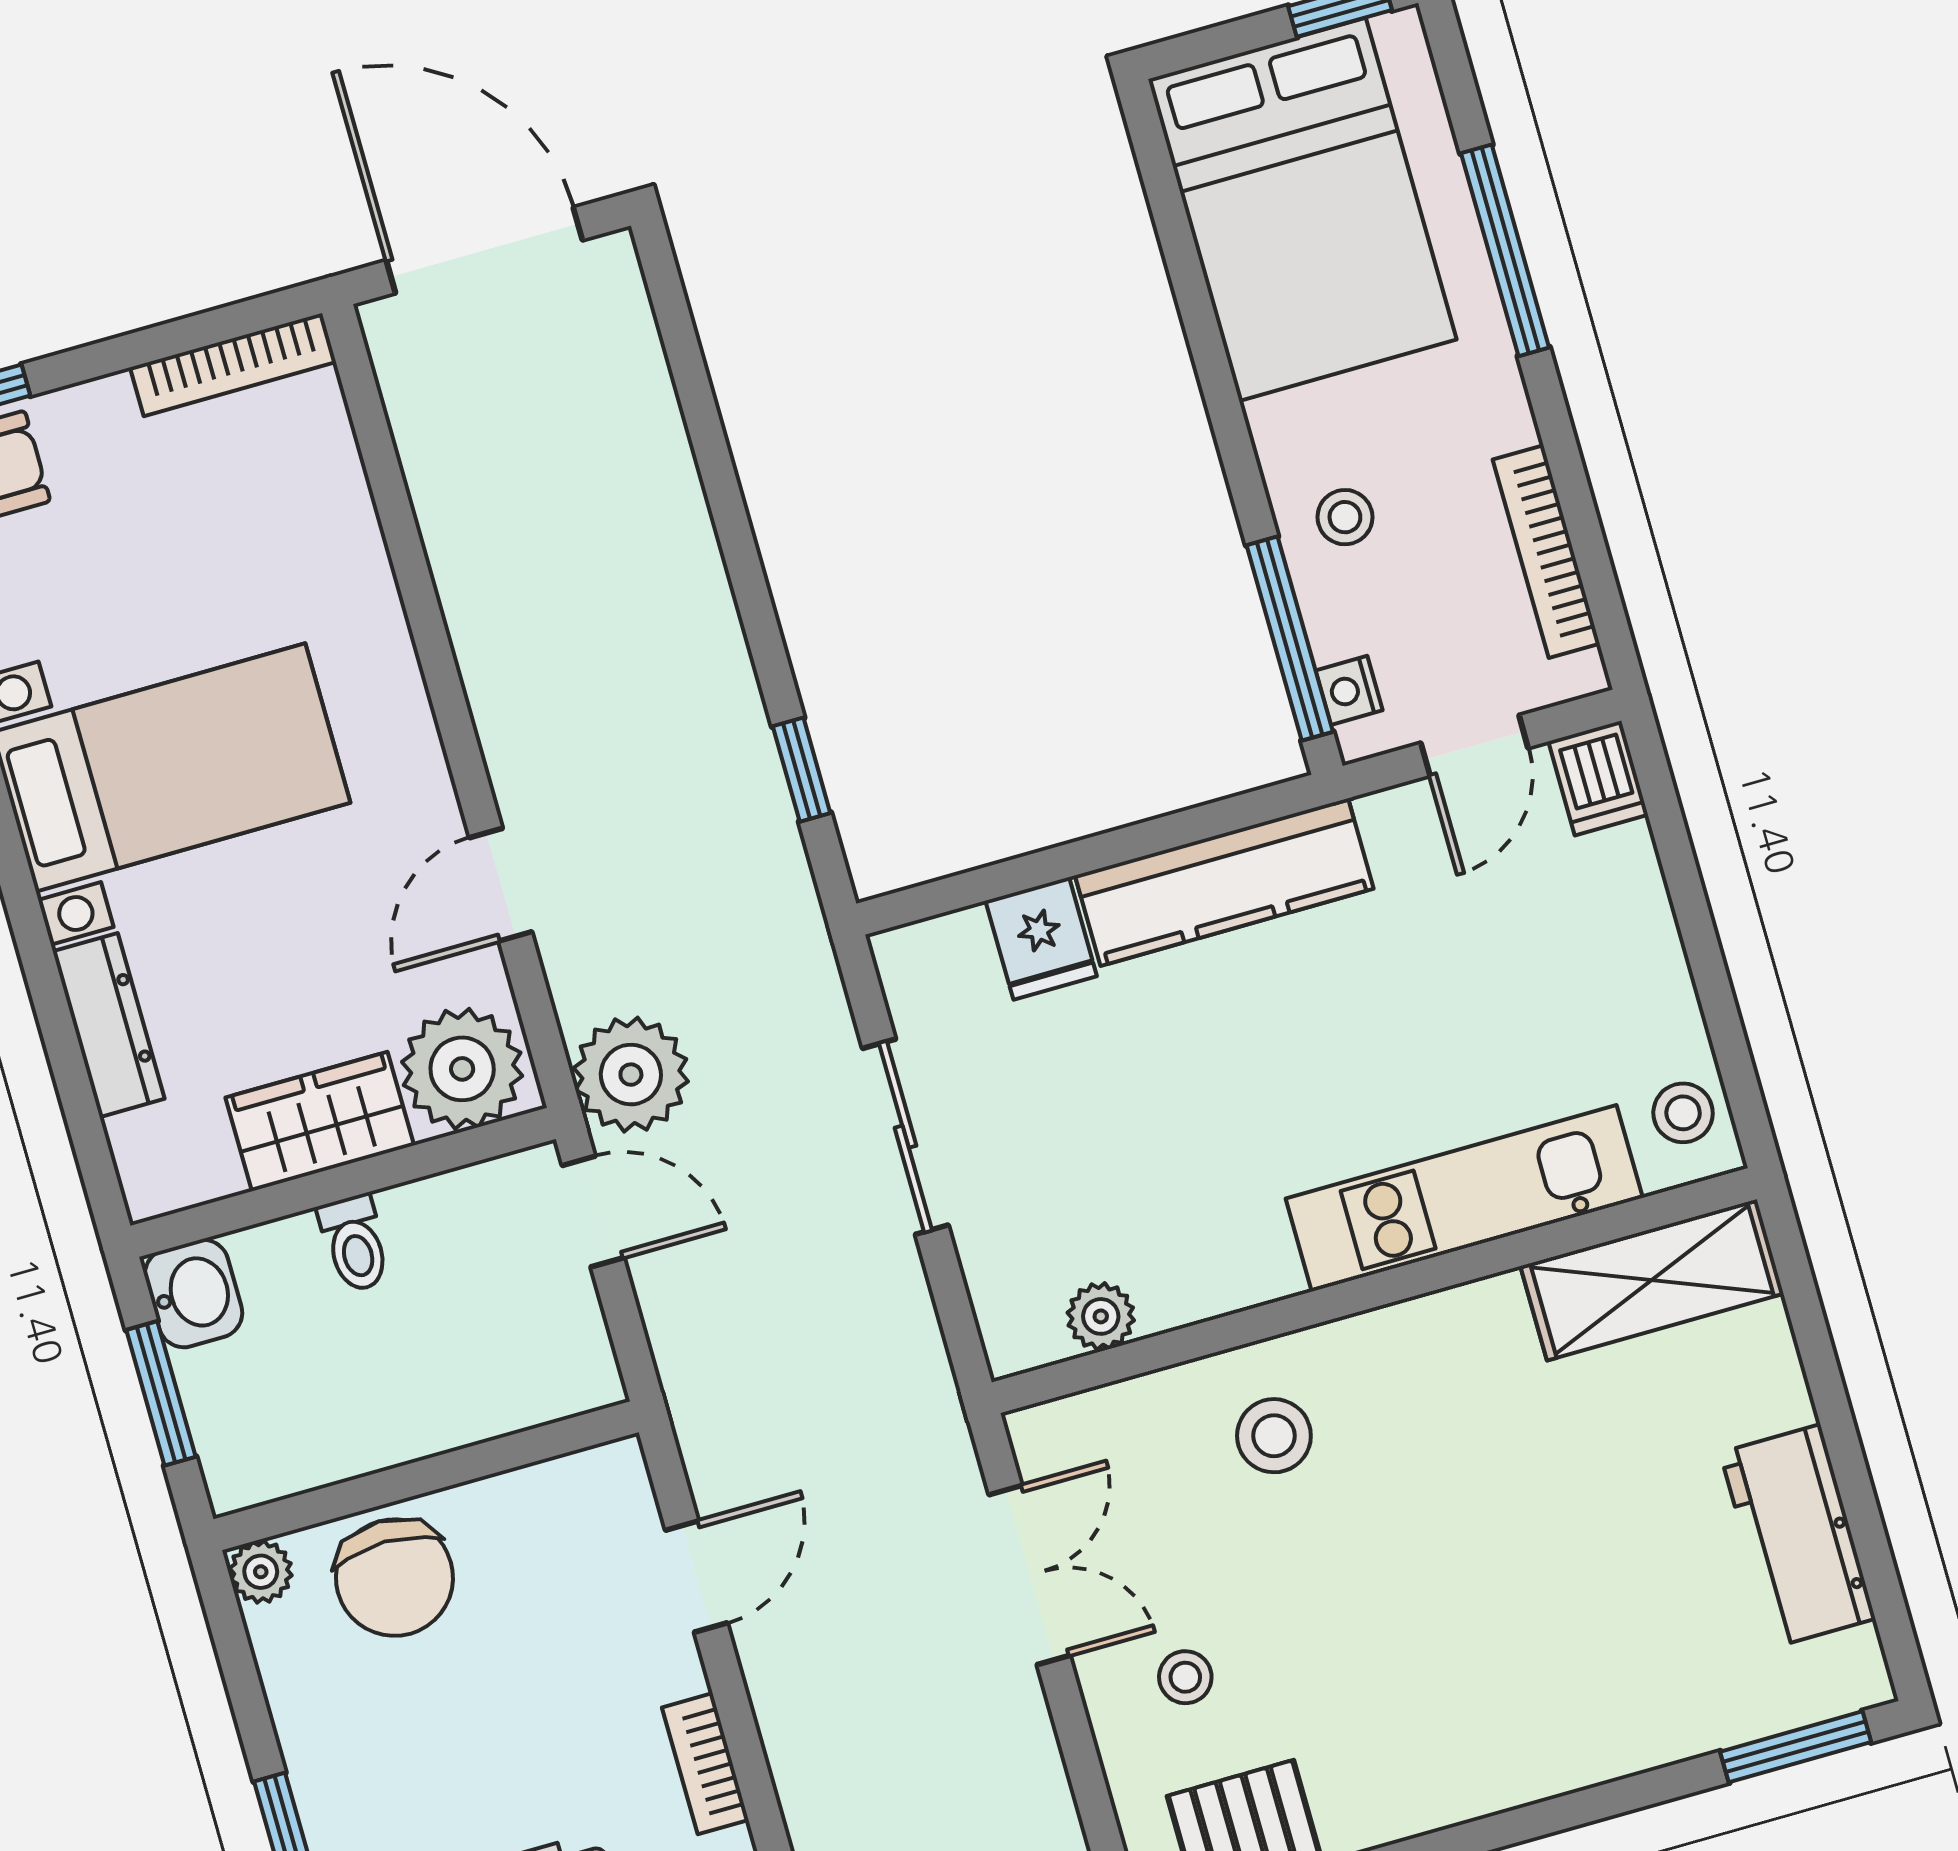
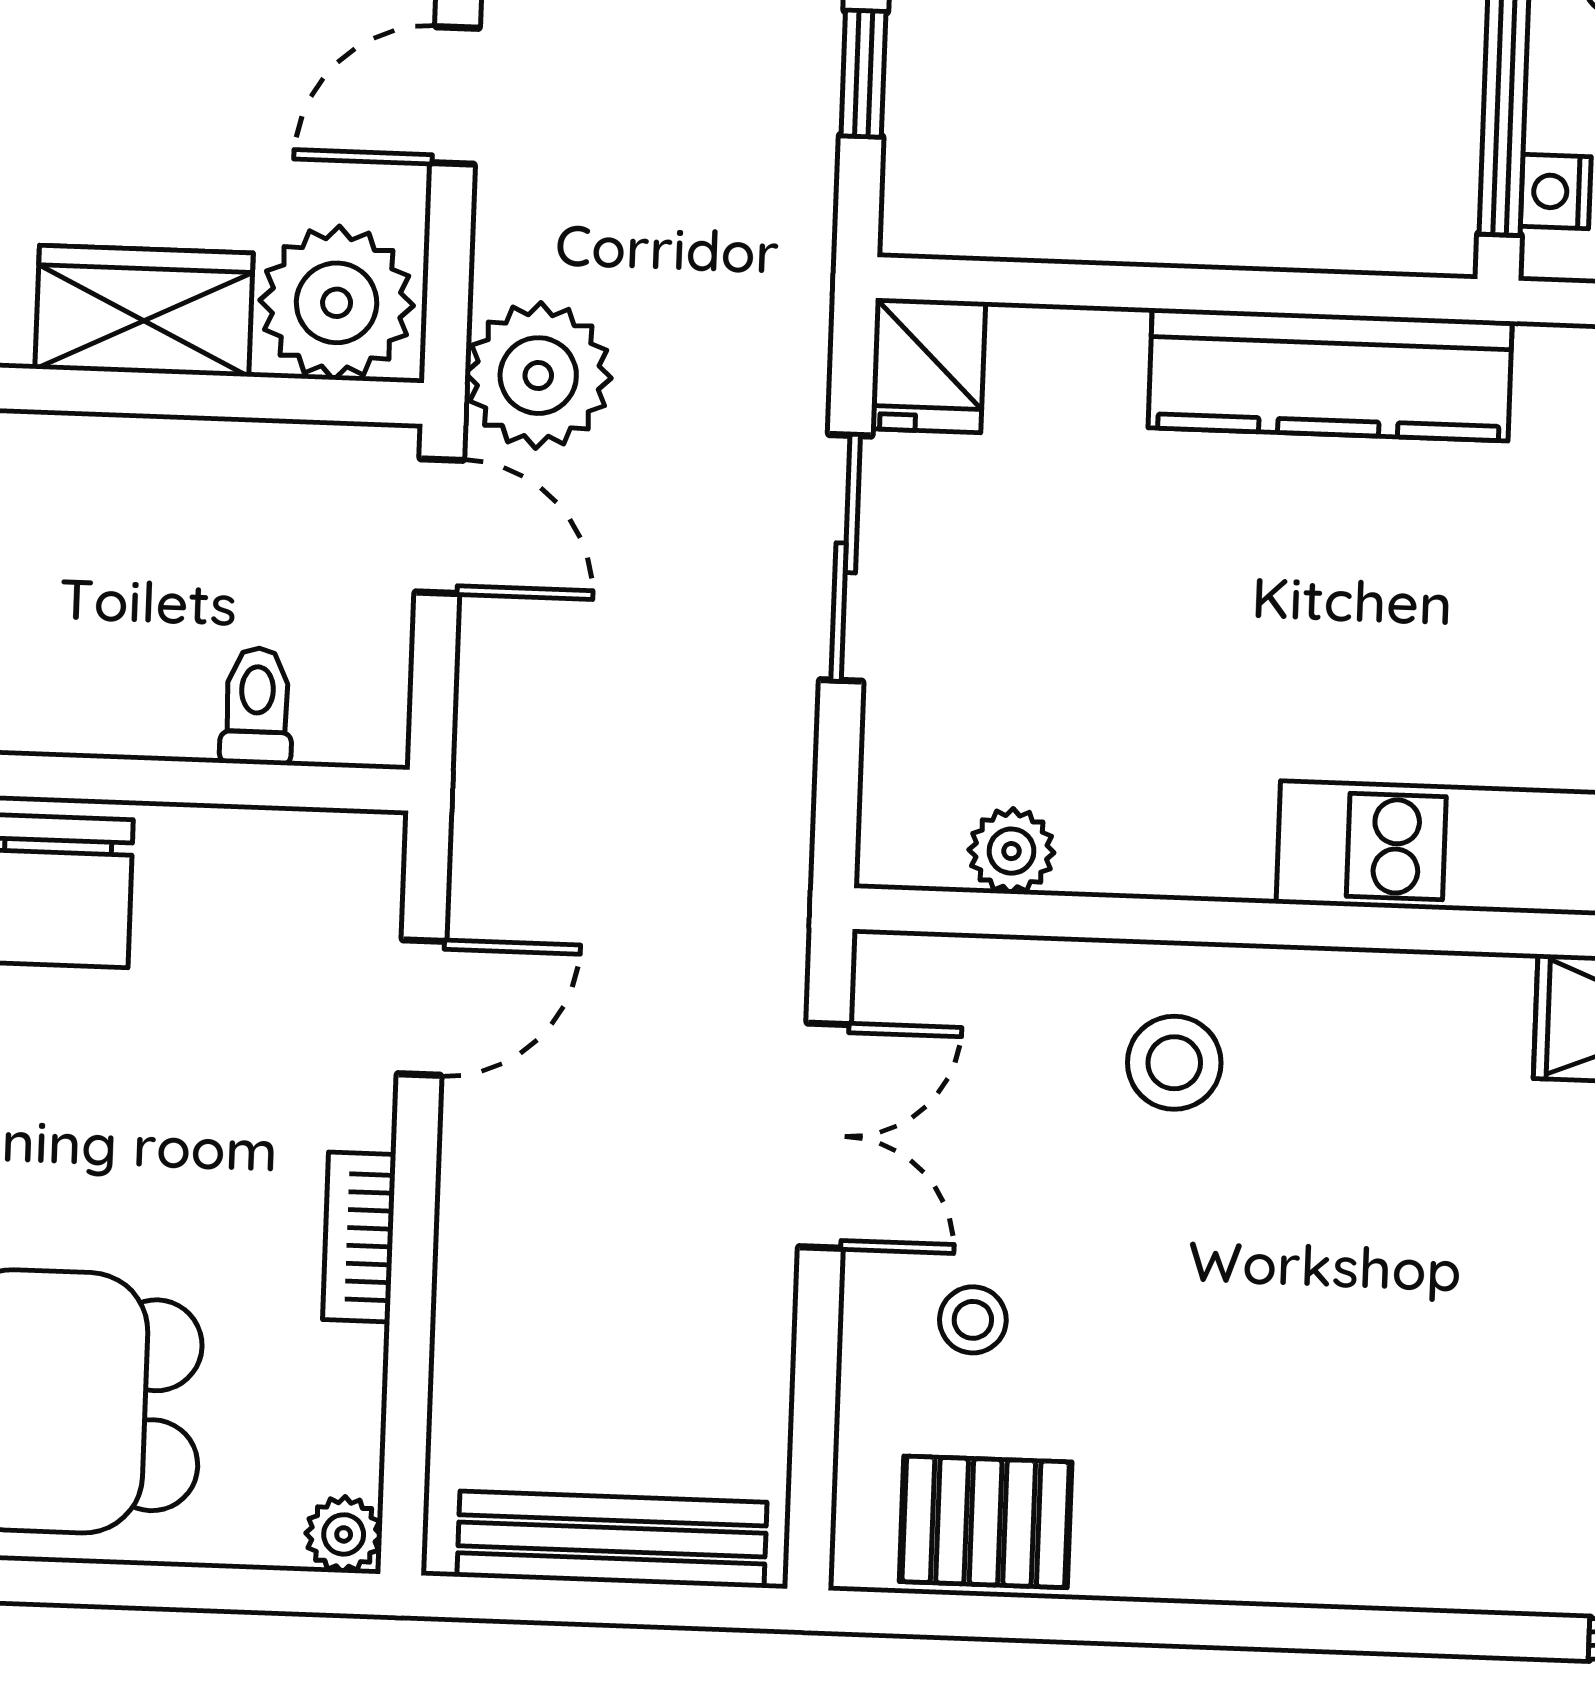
fridge: (1041, 938) -> (928, 365), moved
toilet: (355, 1243) -> (257, 706), moved, turned 180

